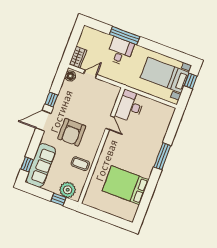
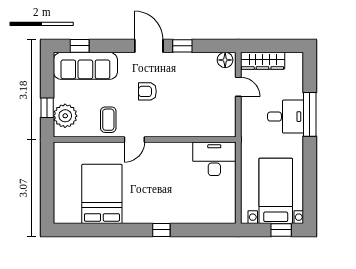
wardrobe: (78, 57) -> (263, 61), width x1.50
door: (110, 123) -> (134, 140), moved
armchair: (72, 132) -> (147, 91), width x0.53, depth x0.53
window: (162, 156) -> (161, 230), width x0.46

